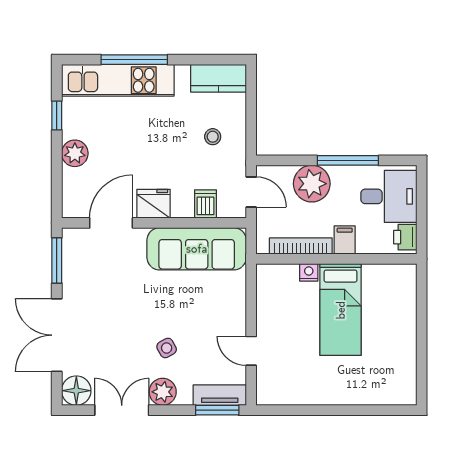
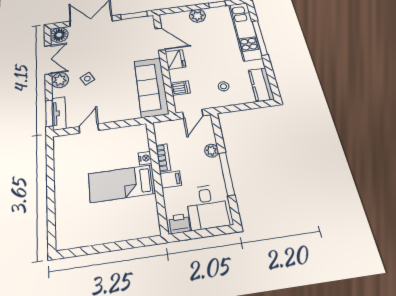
plant: (312, 184) -> (212, 151), width x0.53, depth x0.53
bookcase: (301, 246) -> (163, 158), width x0.64

